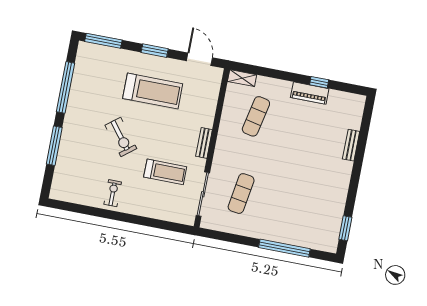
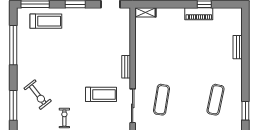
treadmill: (153, 91) -> (46, 21), moved, width x0.73, depth x0.73
exercise mat: (256, 116) -> (216, 100), moved
exercise bike: (121, 137) -> (38, 95), moved
window: (54, 146) -> (13, 105), moved

